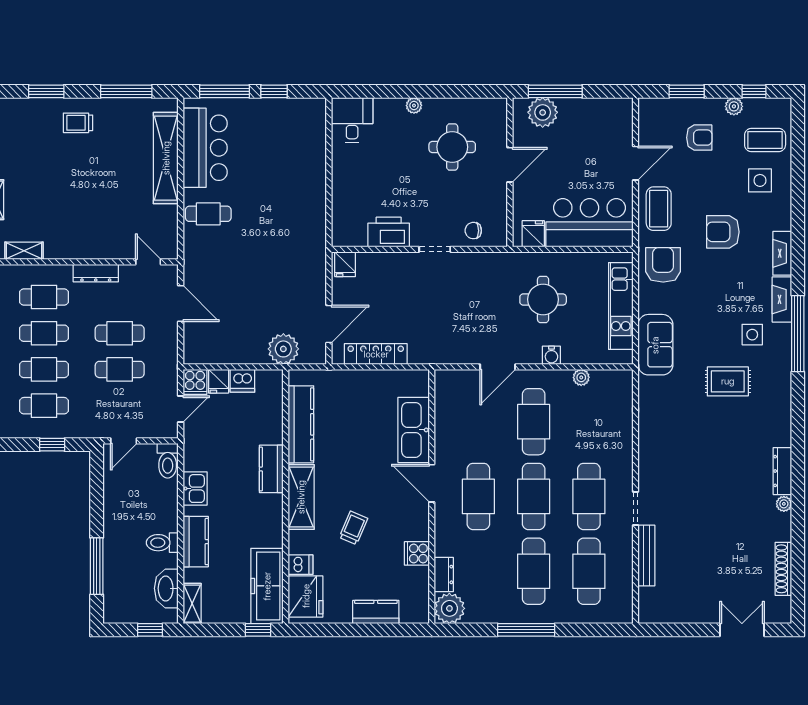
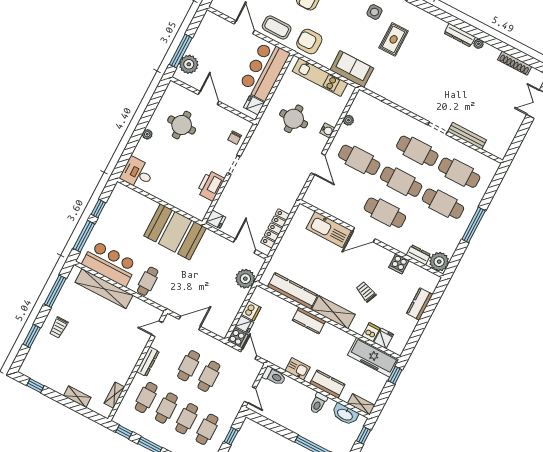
booth: (298, 216) -> (175, 232), added
fridge: (306, 596) -> (384, 338), width x0.53, depth x0.75

